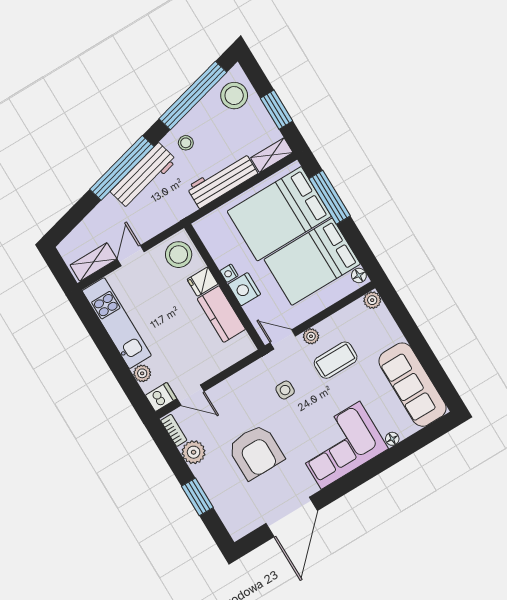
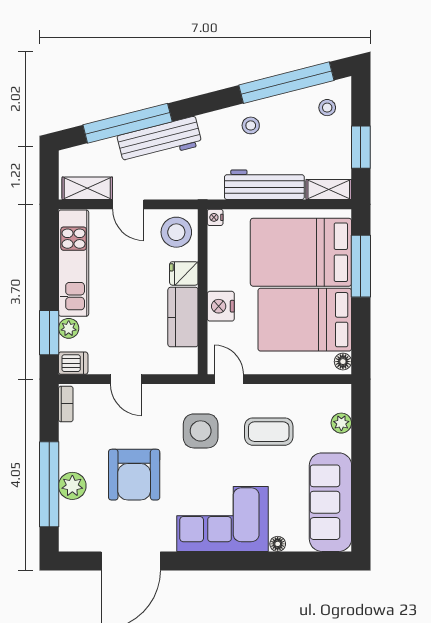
stool: (234, 96) -> (327, 108), width x0.53, depth x0.53
window: (122, 168) -> (128, 123), moved
workbench: (144, 176) -> (160, 140), moved
door: (131, 256) -> (128, 204), swing flipped
nightstand: (229, 273) -> (215, 217), moved
plant: (372, 300) -> (341, 423), moved
plant: (311, 336) -> (259, 393), removed
window: (130, 385) -> (49, 333), added
side table: (285, 390) -> (201, 431), width x1.87, depth x1.87
door: (191, 395) -> (126, 379), moved
plant: (194, 452) -> (72, 486), moved
window: (197, 497) -> (49, 484), width x2.11

